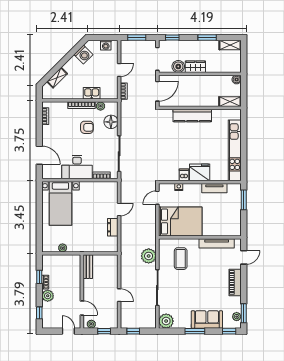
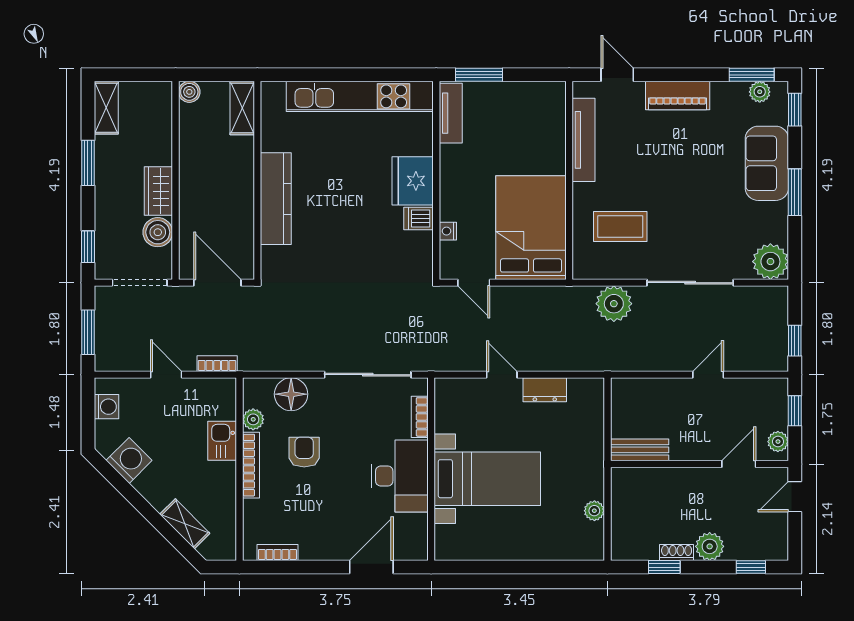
tv unit: (214, 188) -> (451, 113), moved
bed with nightstands: (60, 203) -> (487, 479), moved

